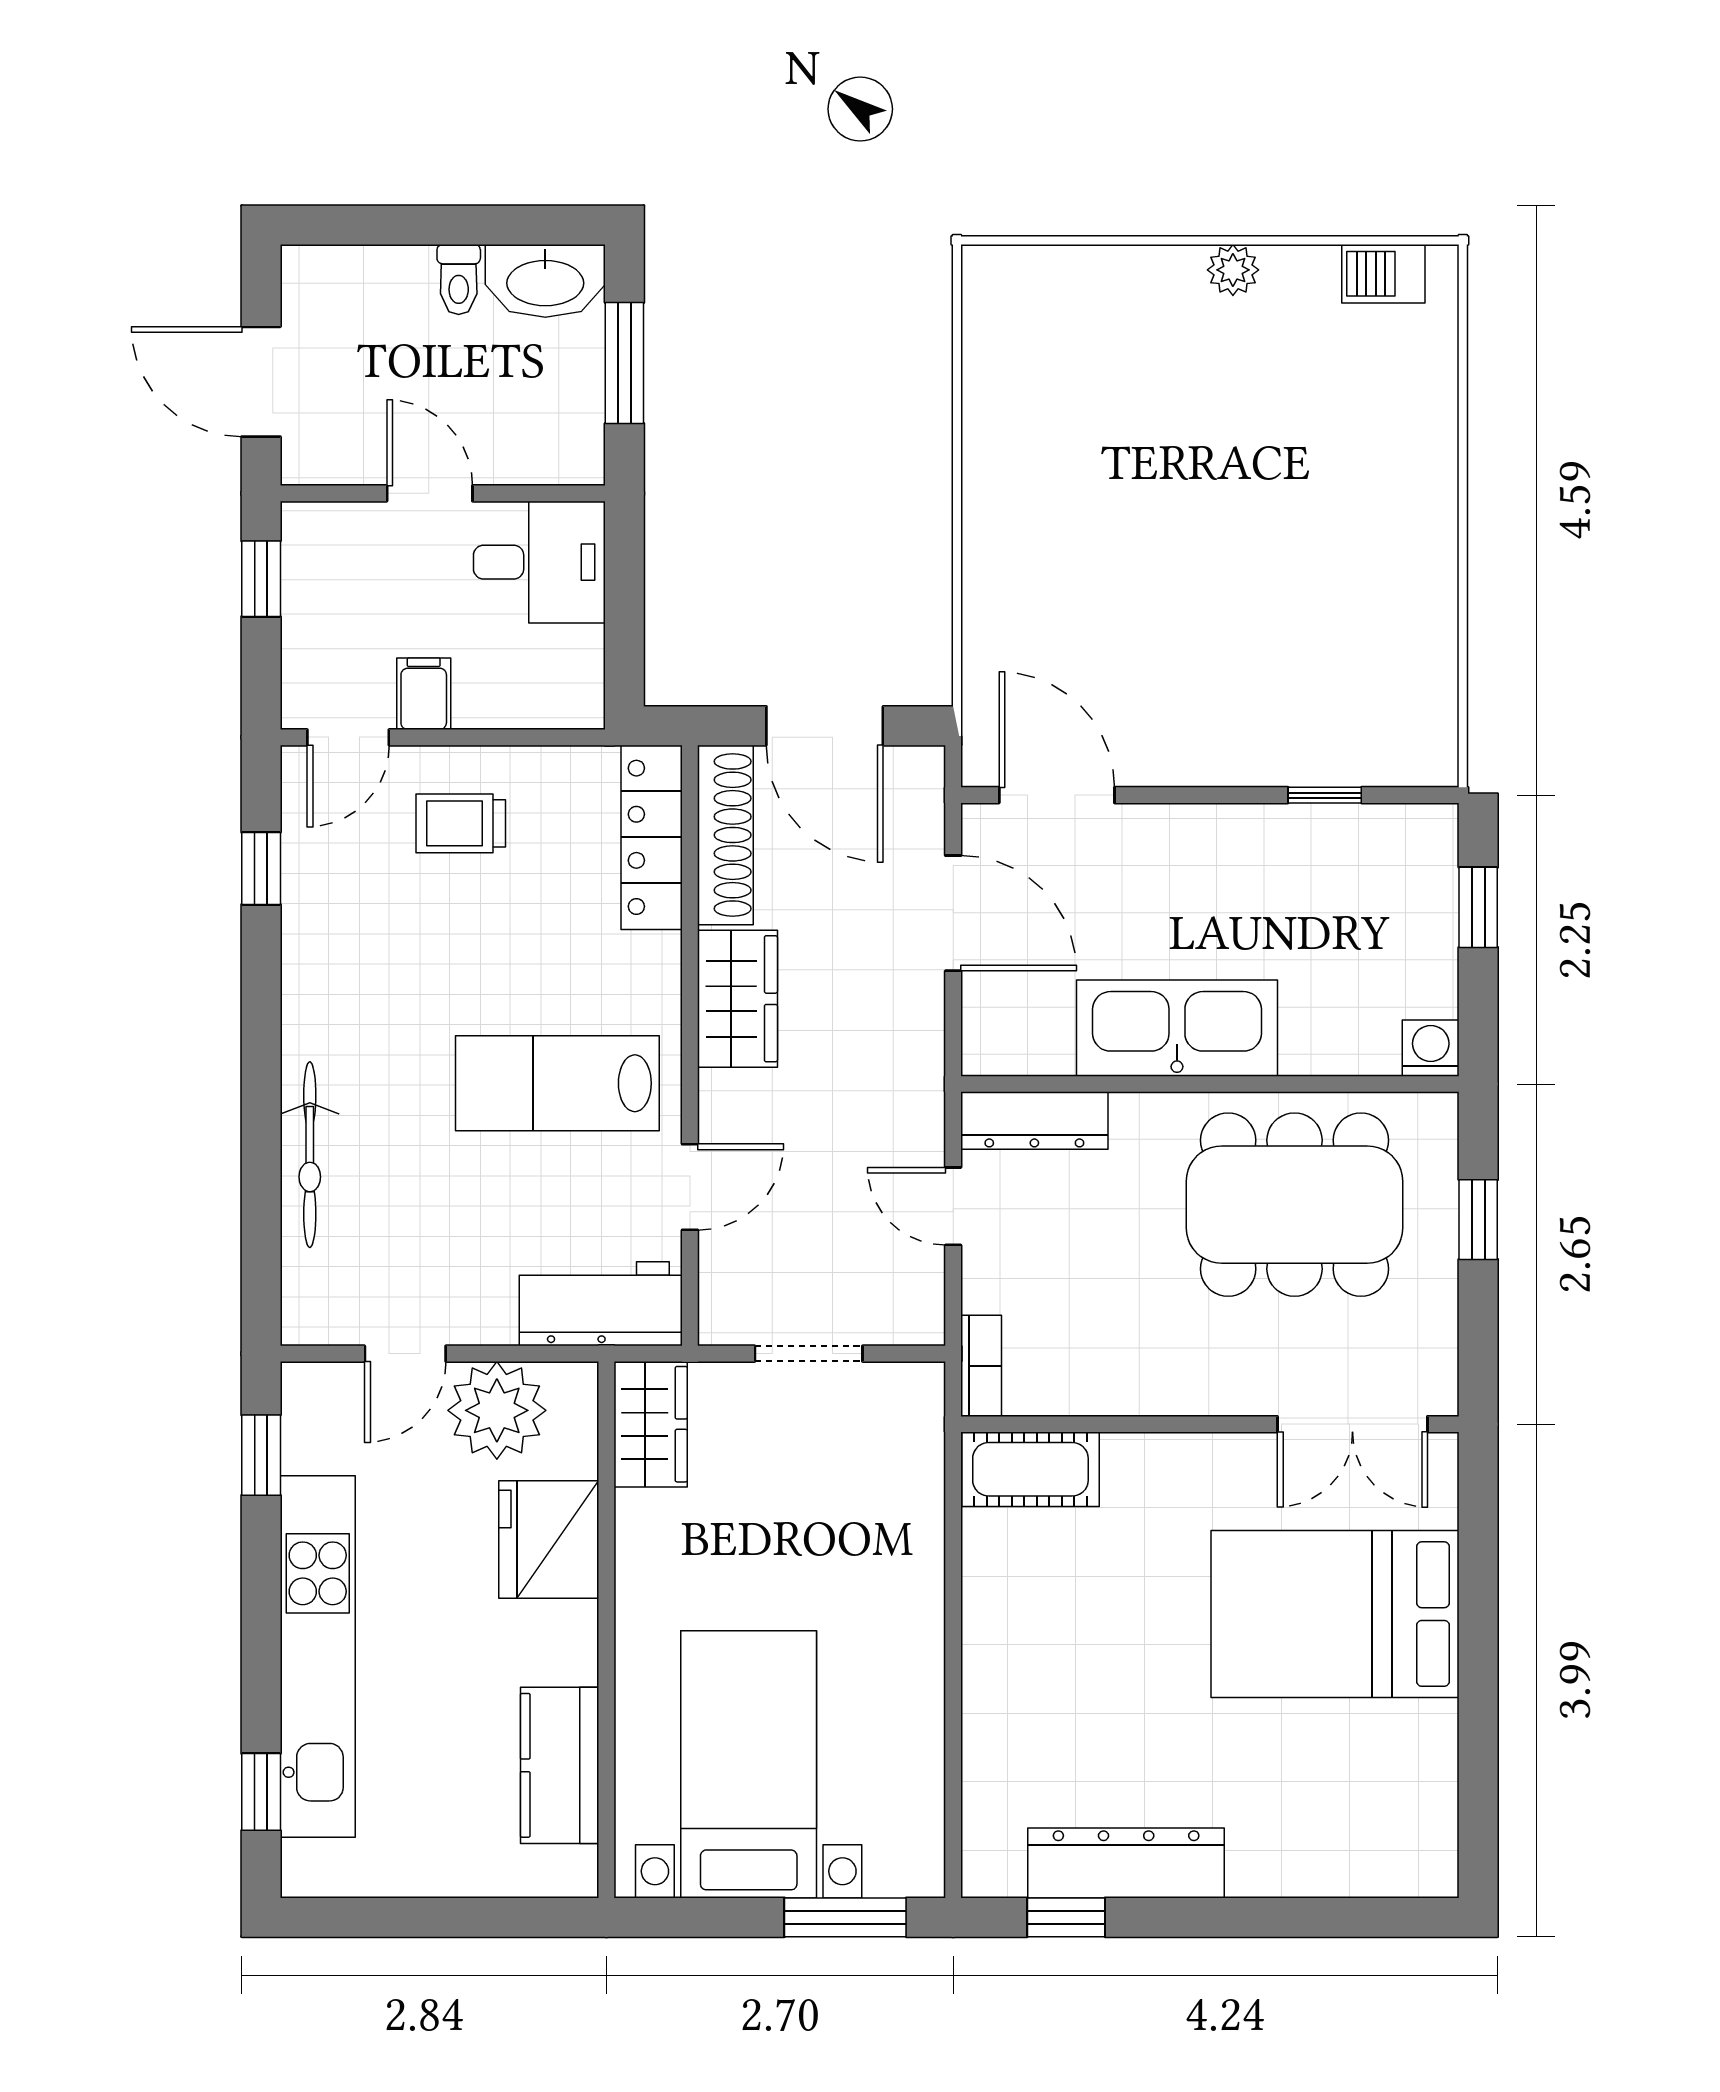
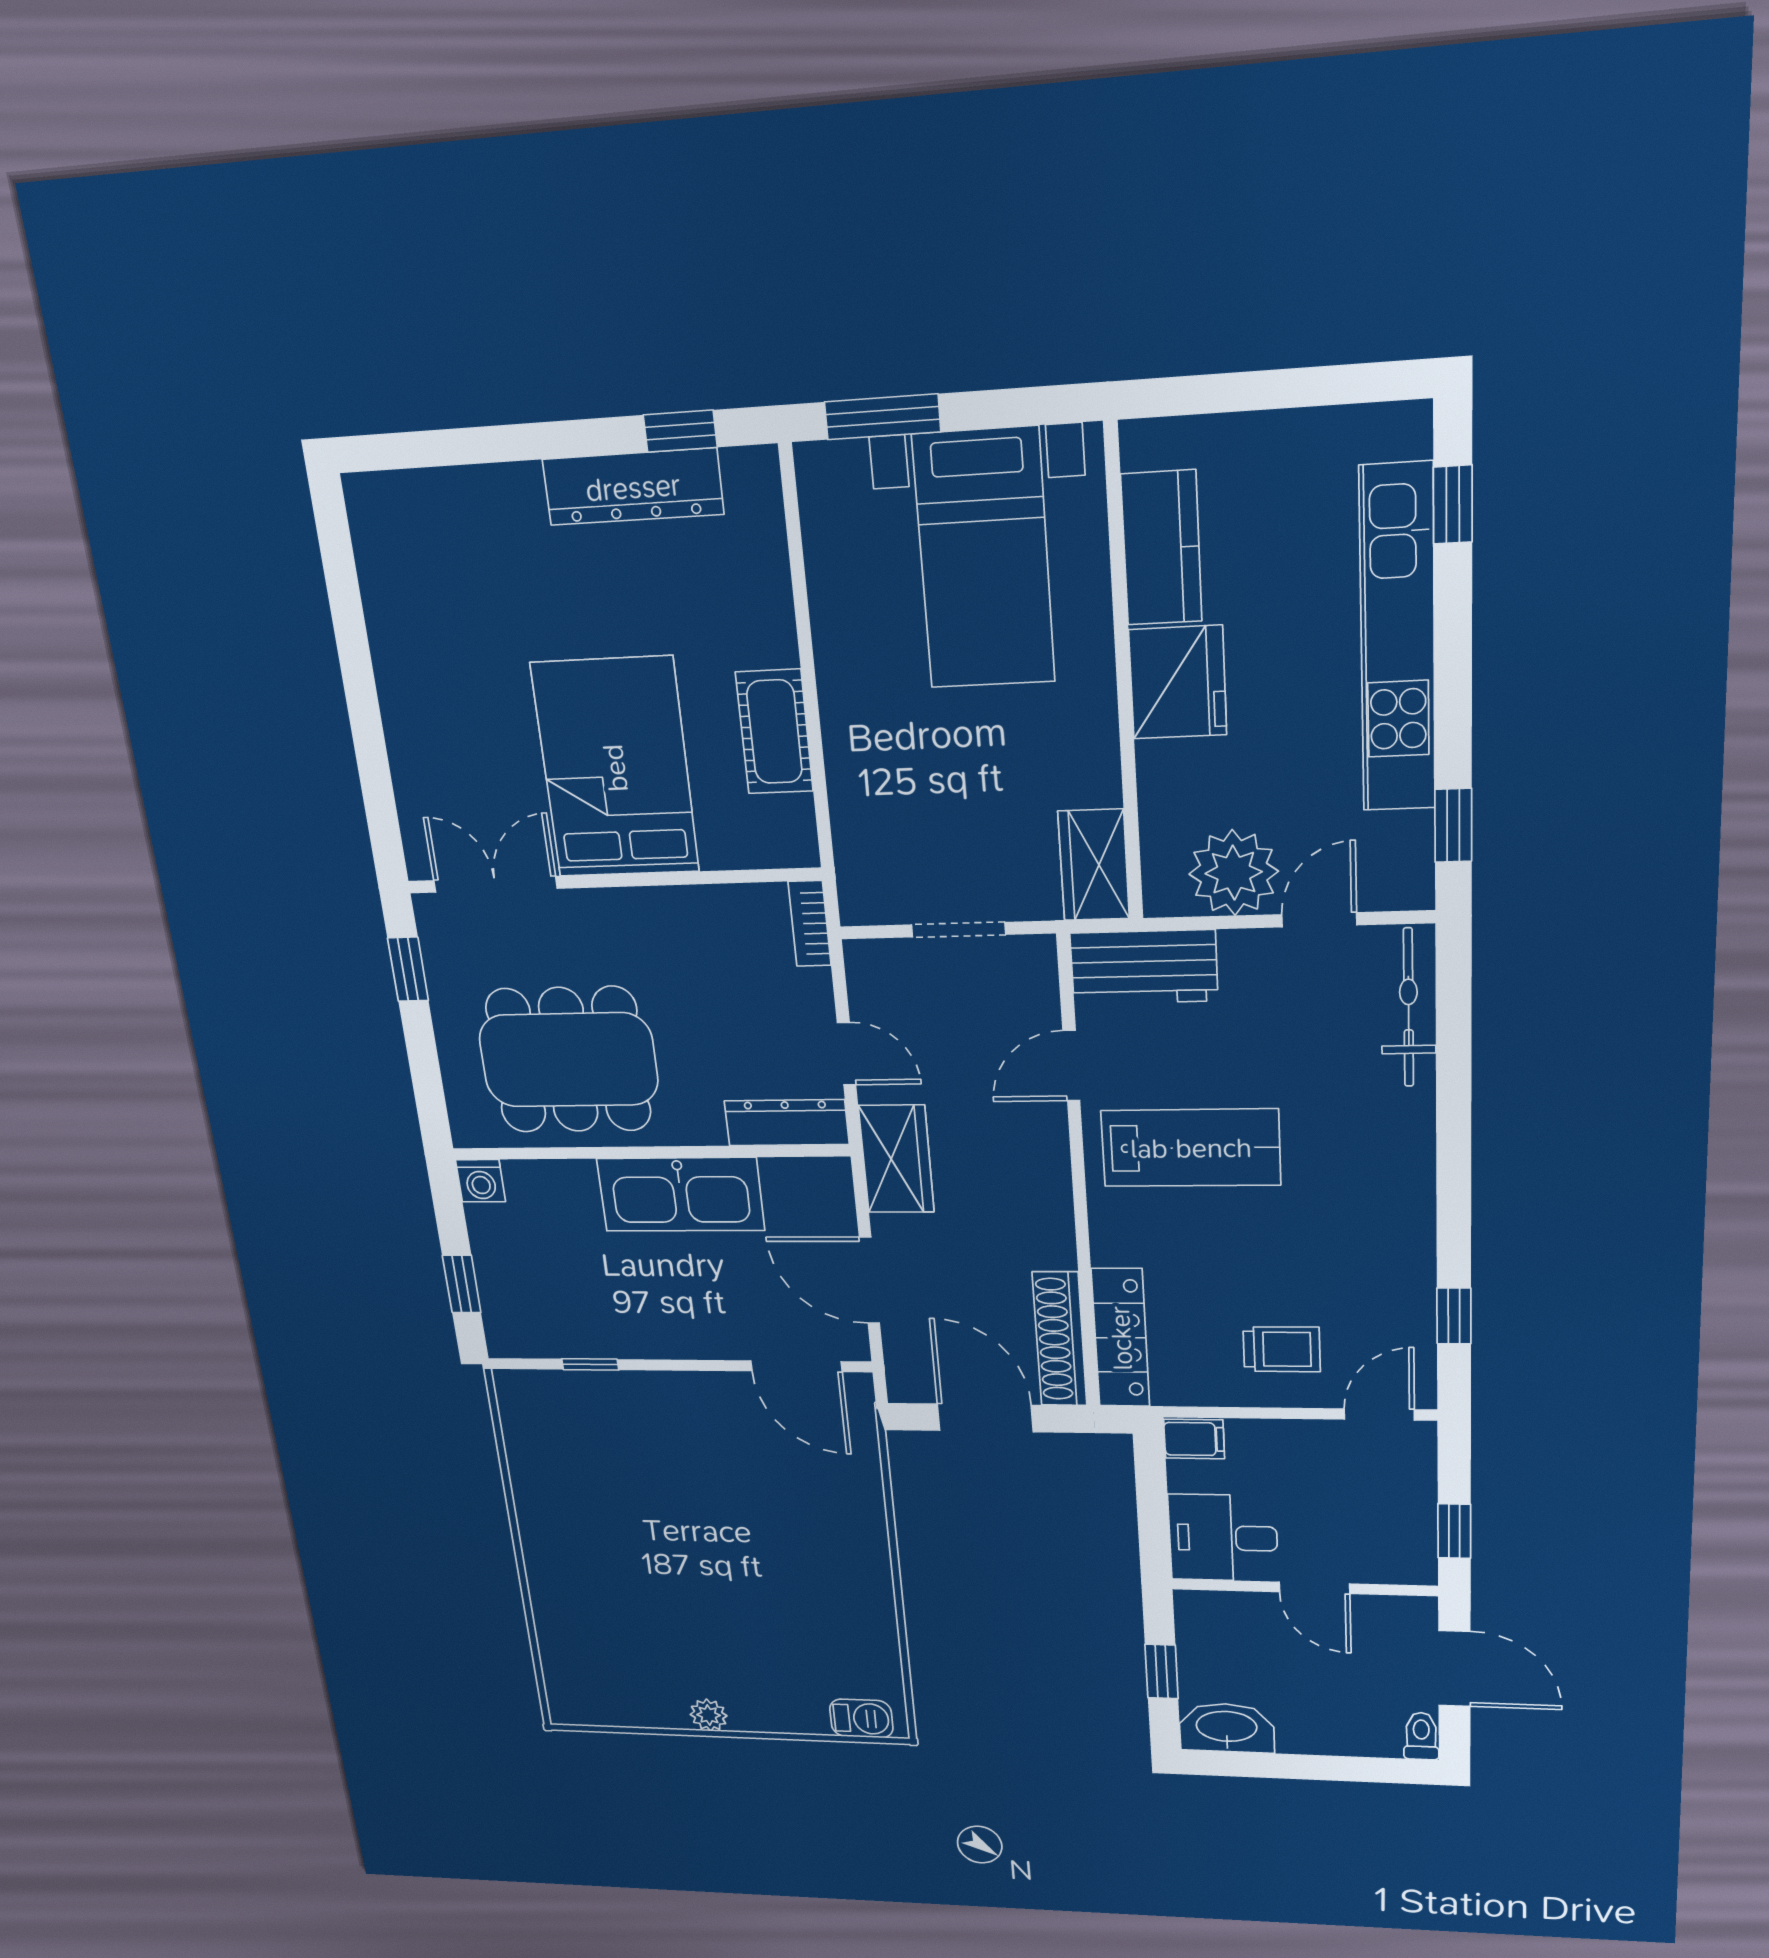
barbecue: (1383, 274) -> (861, 1719), moved
toilet: (459, 280) -> (1421, 1736), moved
window: (624, 363) -> (1162, 1672), width x0.67
filing cabinet: (424, 694) -> (1194, 1439), moved, turned -90
wardrobe: (737, 999) -> (896, 1159), moved, turned 180
bicycle: (310, 1155) -> (1409, 1008), moved
window: (1478, 1220) -> (408, 969), moved
cot: (1030, 1469) -> (774, 732), moved, turned 90
fridge: (549, 1540) -> (1178, 682), moved
bed: (1335, 1614) -> (615, 768), moved, turned -90

